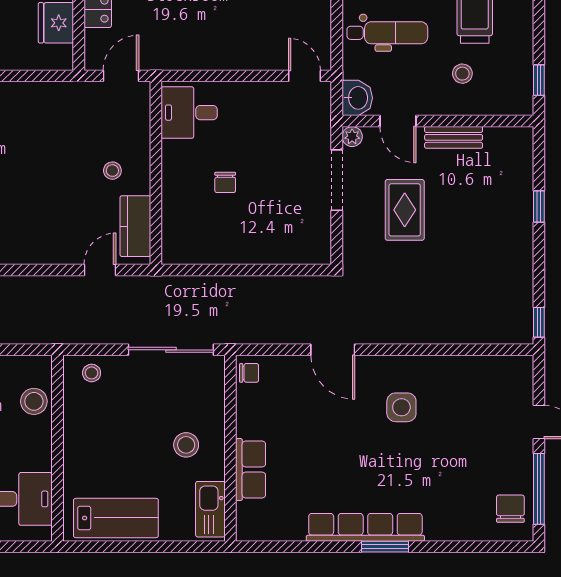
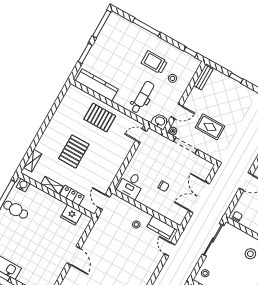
bench: (454, 137) -> (203, 77), moved
double door: (244, 270) -> (199, 197), added

